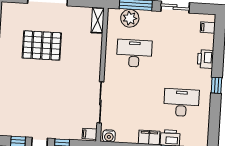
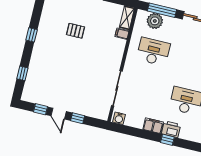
pallet: (42, 45) -> (75, 31), width x0.49, depth x0.50
filing cabinet: (90, 134) -> (122, 34), moved

